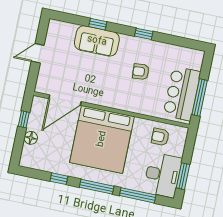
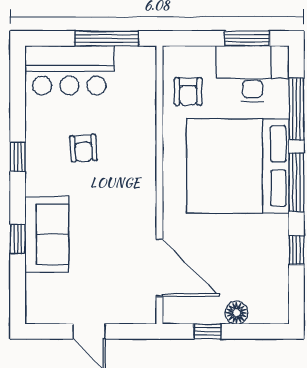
bar counter: (182, 93) -> (69, 70), moved
bed: (102, 139) -> (238, 166), moved, turned 180

